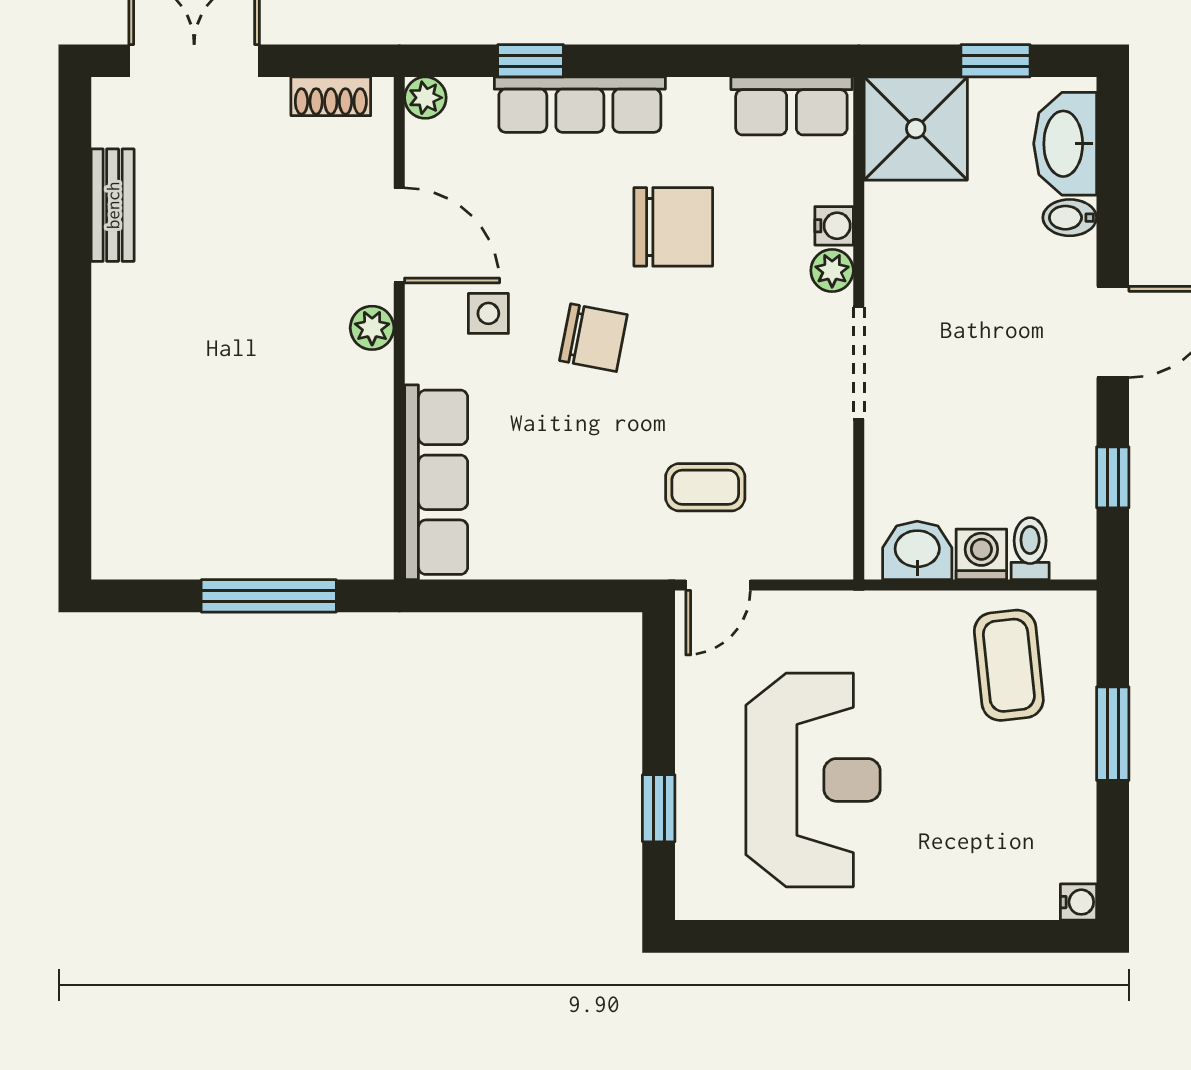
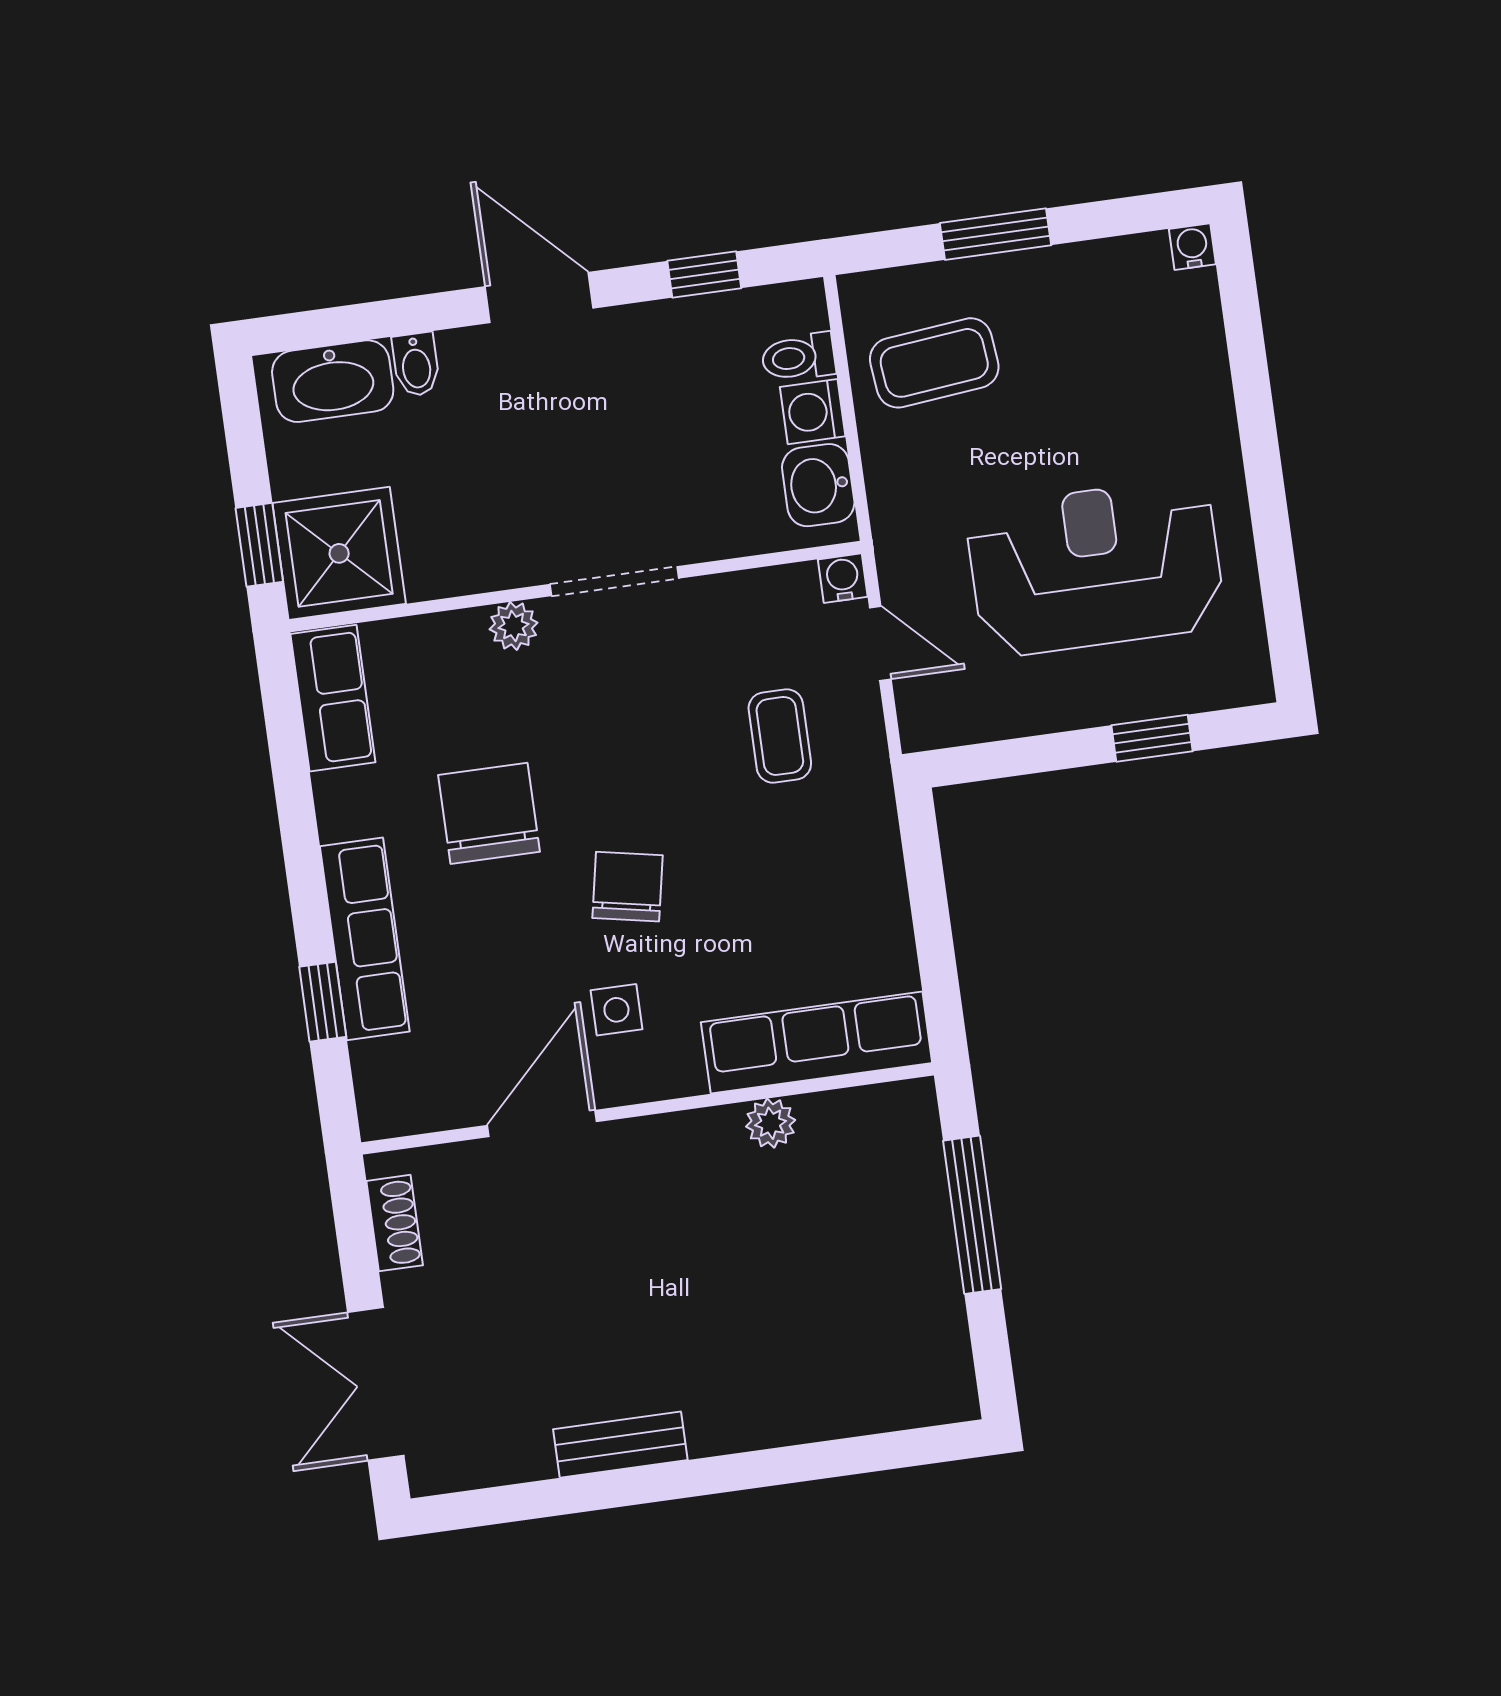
window: (995, 61) -> (259, 545), moved
plant: (425, 98) -> (381, 1115), removed
bench: (113, 205) -> (620, 1445), moved
water cooler: (834, 226) -> (843, 578), moved
plant: (372, 328) -> (771, 1123), moved
door: (718, 585) -> (880, 643), moved

